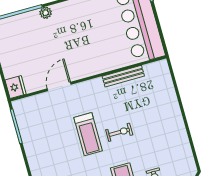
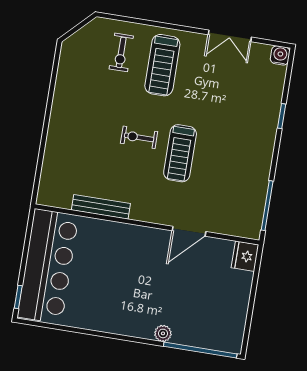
treadmill: (88, 134) -> (180, 153), turned 180

